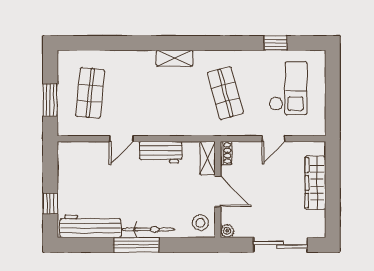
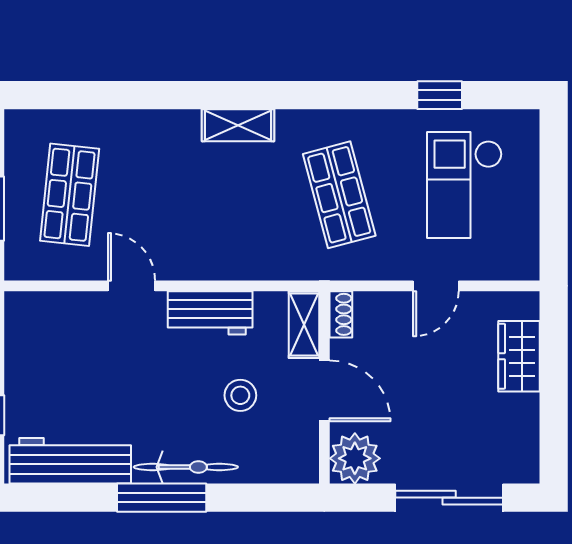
checkout: (288, 88) -> (465, 185), turned 180
door: (121, 139) -> (132, 286), swing flipped
wardrobe: (315, 183) -> (519, 356), width x0.67
stool: (200, 223) -> (240, 395), moved
plant: (227, 231) -> (355, 458), width x1.88, depth x1.88

